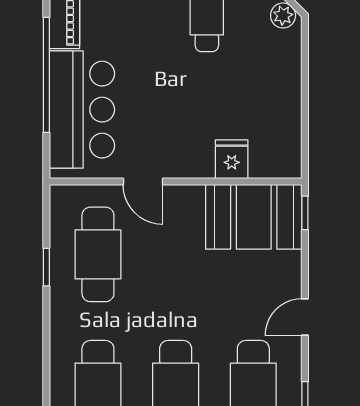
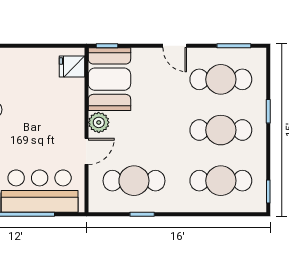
fridge: (232, 159) -> (72, 66), moved
plant: (187, 200) -> (99, 122), added

